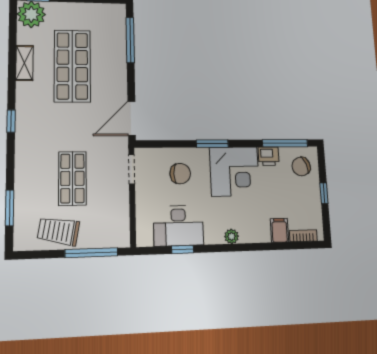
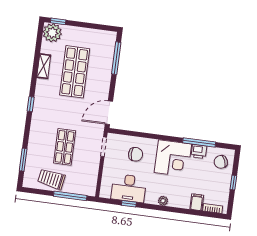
window: (285, 143) -> (199, 142), moved
window: (212, 144) -> (161, 137), removed

